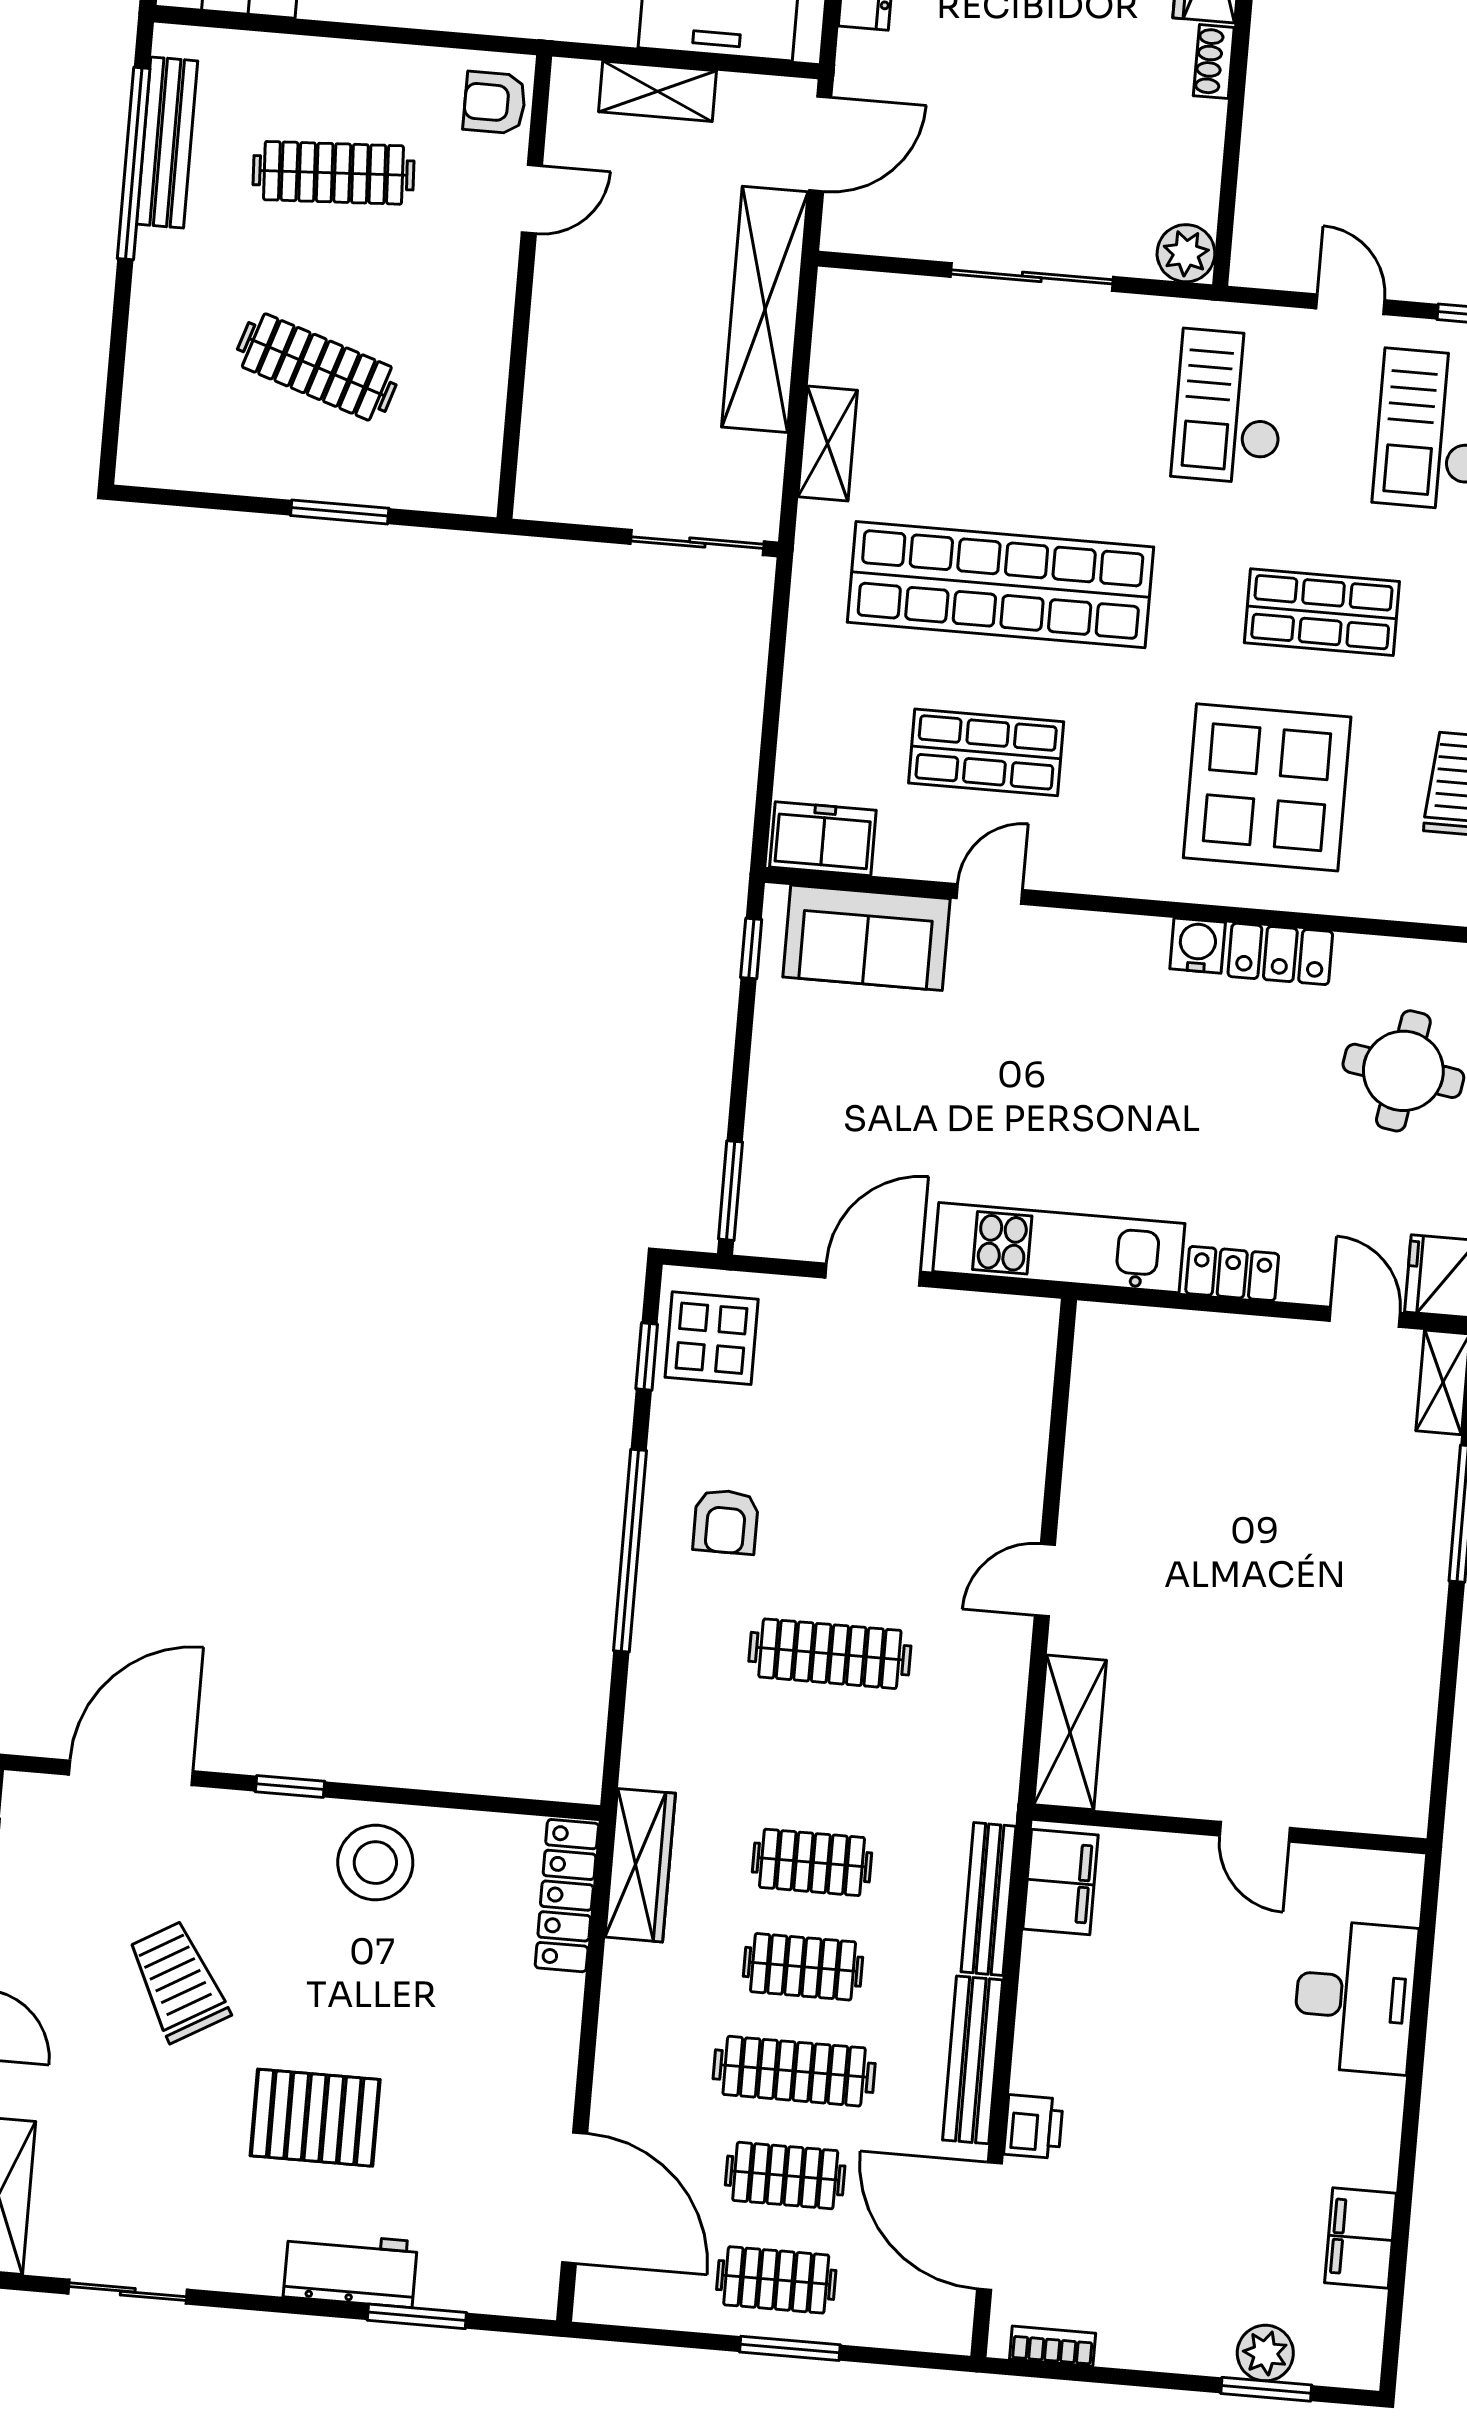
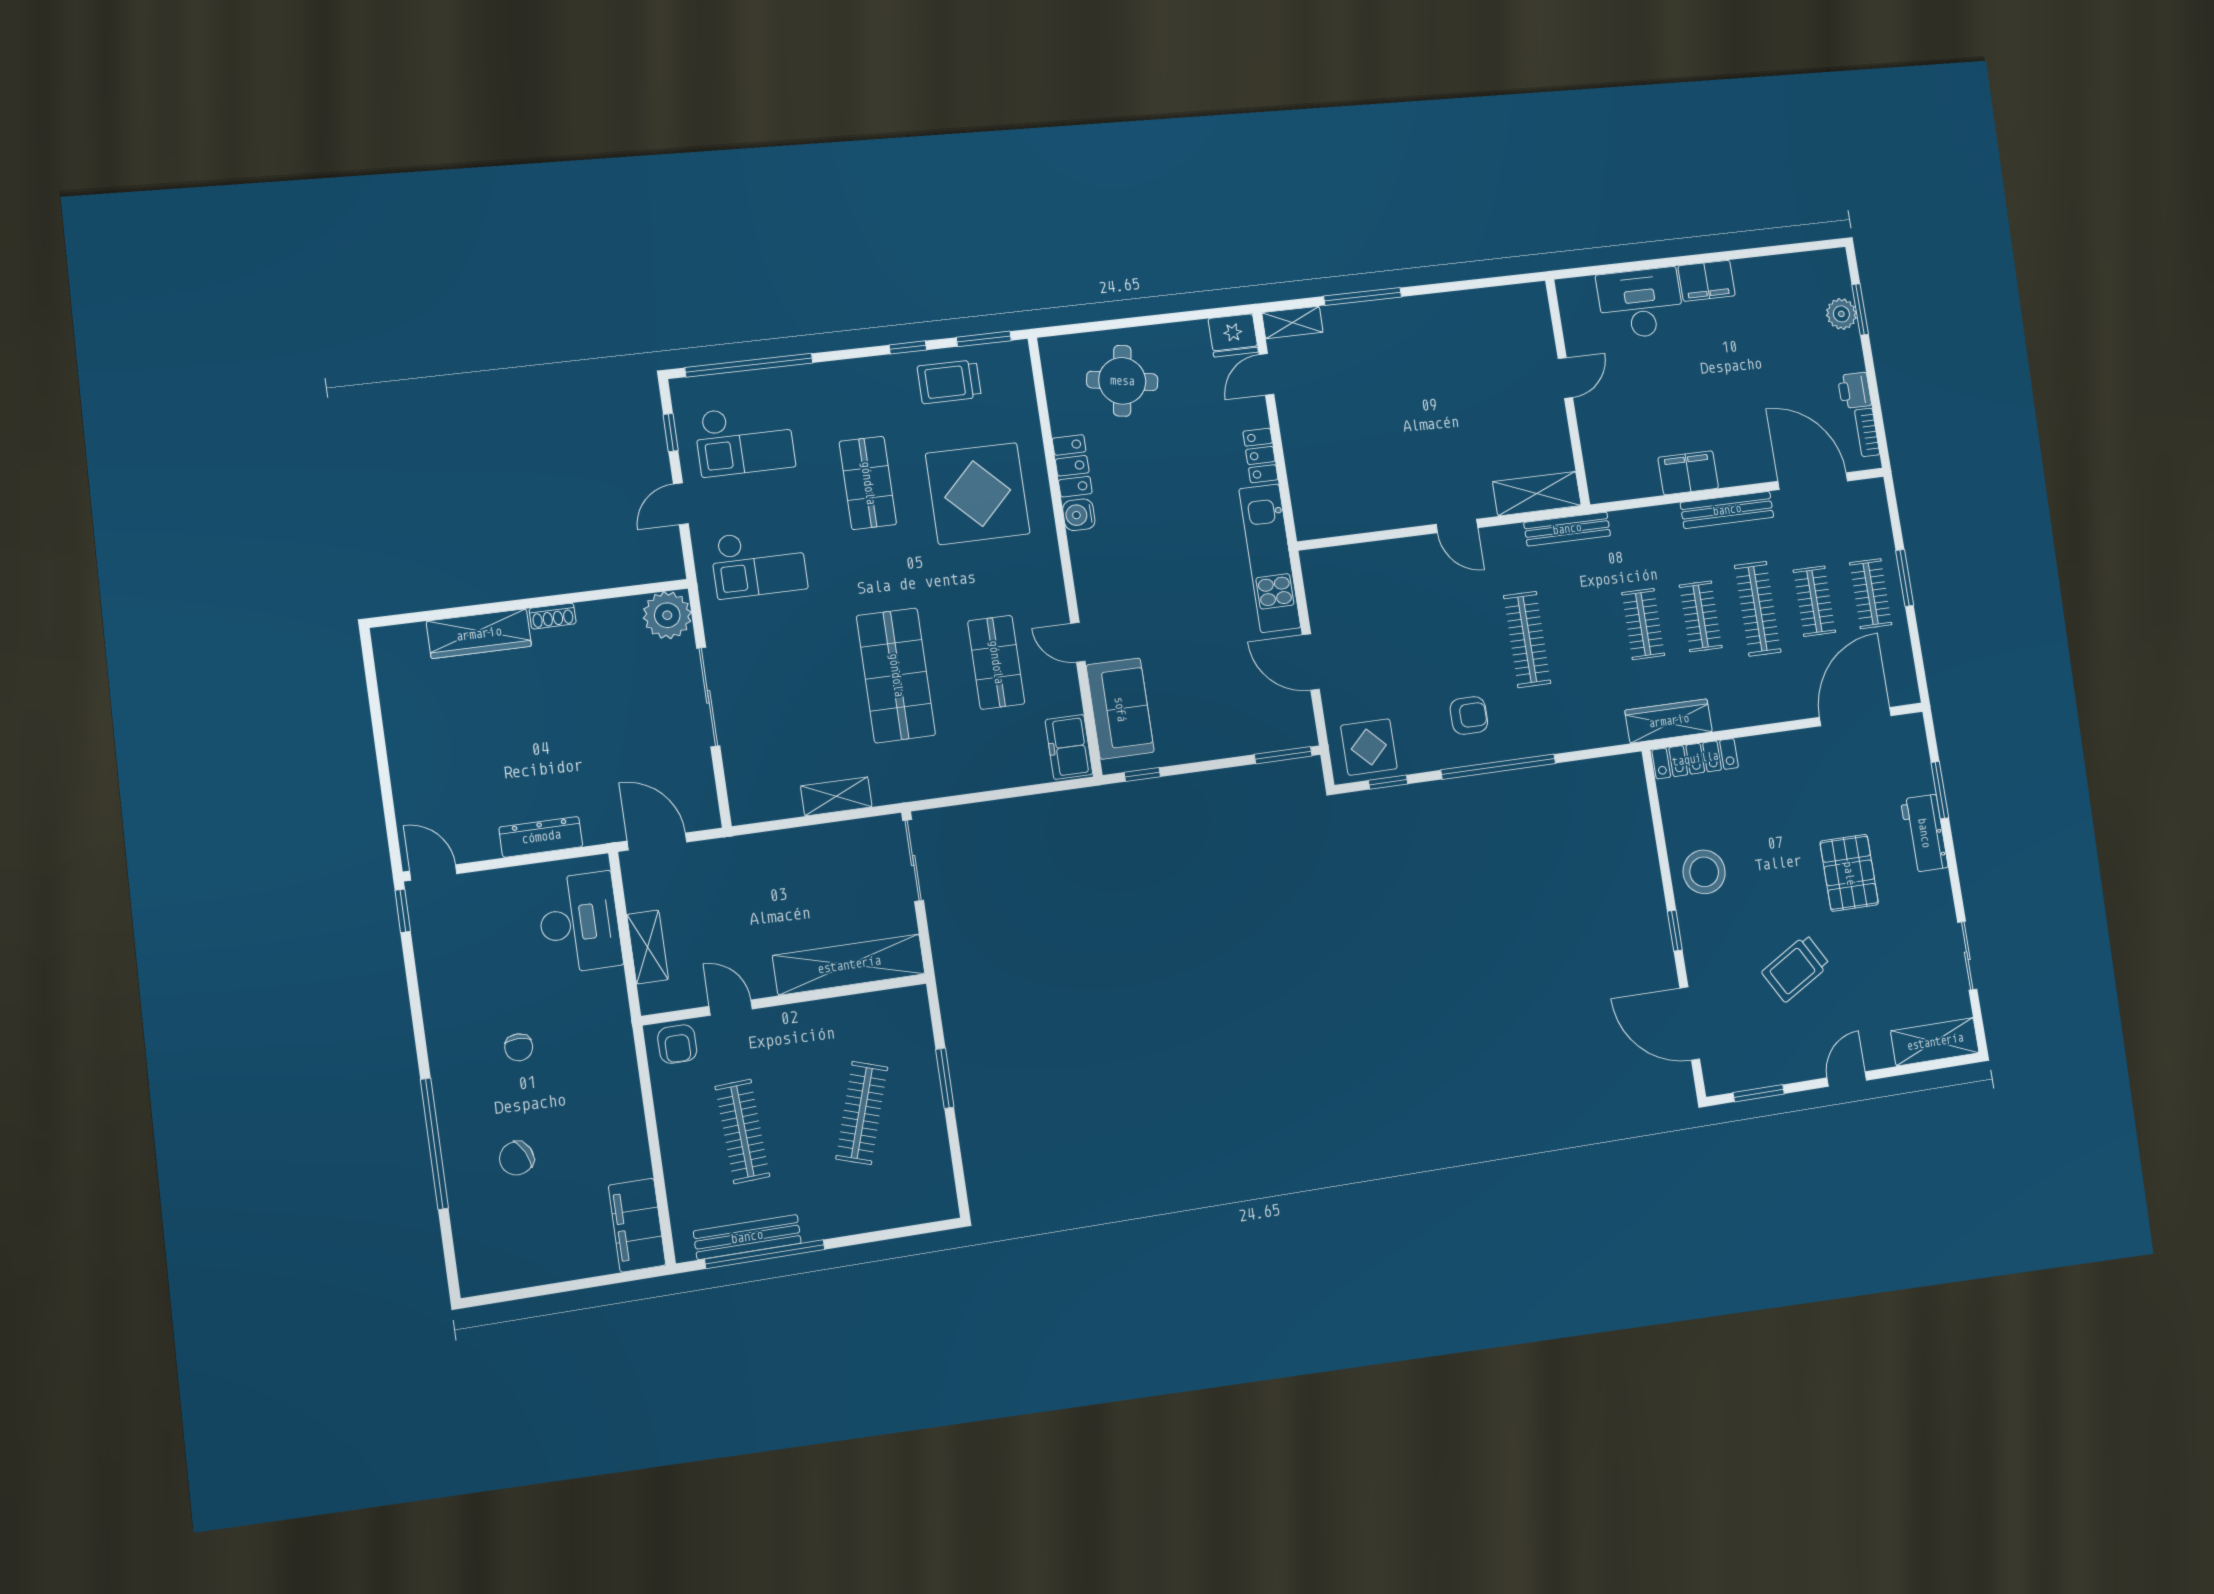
plant: (1186, 253) -> (667, 615), width x1.36, depth x1.36
shelving: (765, 309) -> (849, 965), moved
shop shelf: (1000, 585) -> (896, 675), width x0.71
filing cabinet: (1061, 1882) -> (1688, 473), moved
bench: (988, 1899) -> (1567, 529), moved
printer: (1033, 2127) -> (1854, 390), moved, turned -90
door: (989, 2226) -> (1813, 481), swing flipped
filing cabinet: (1360, 2238) -> (1707, 281), moved

